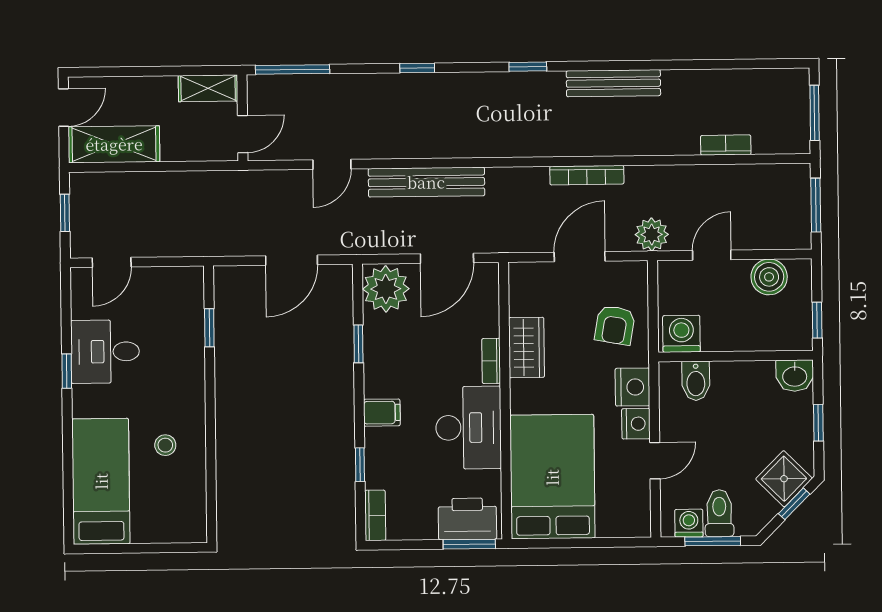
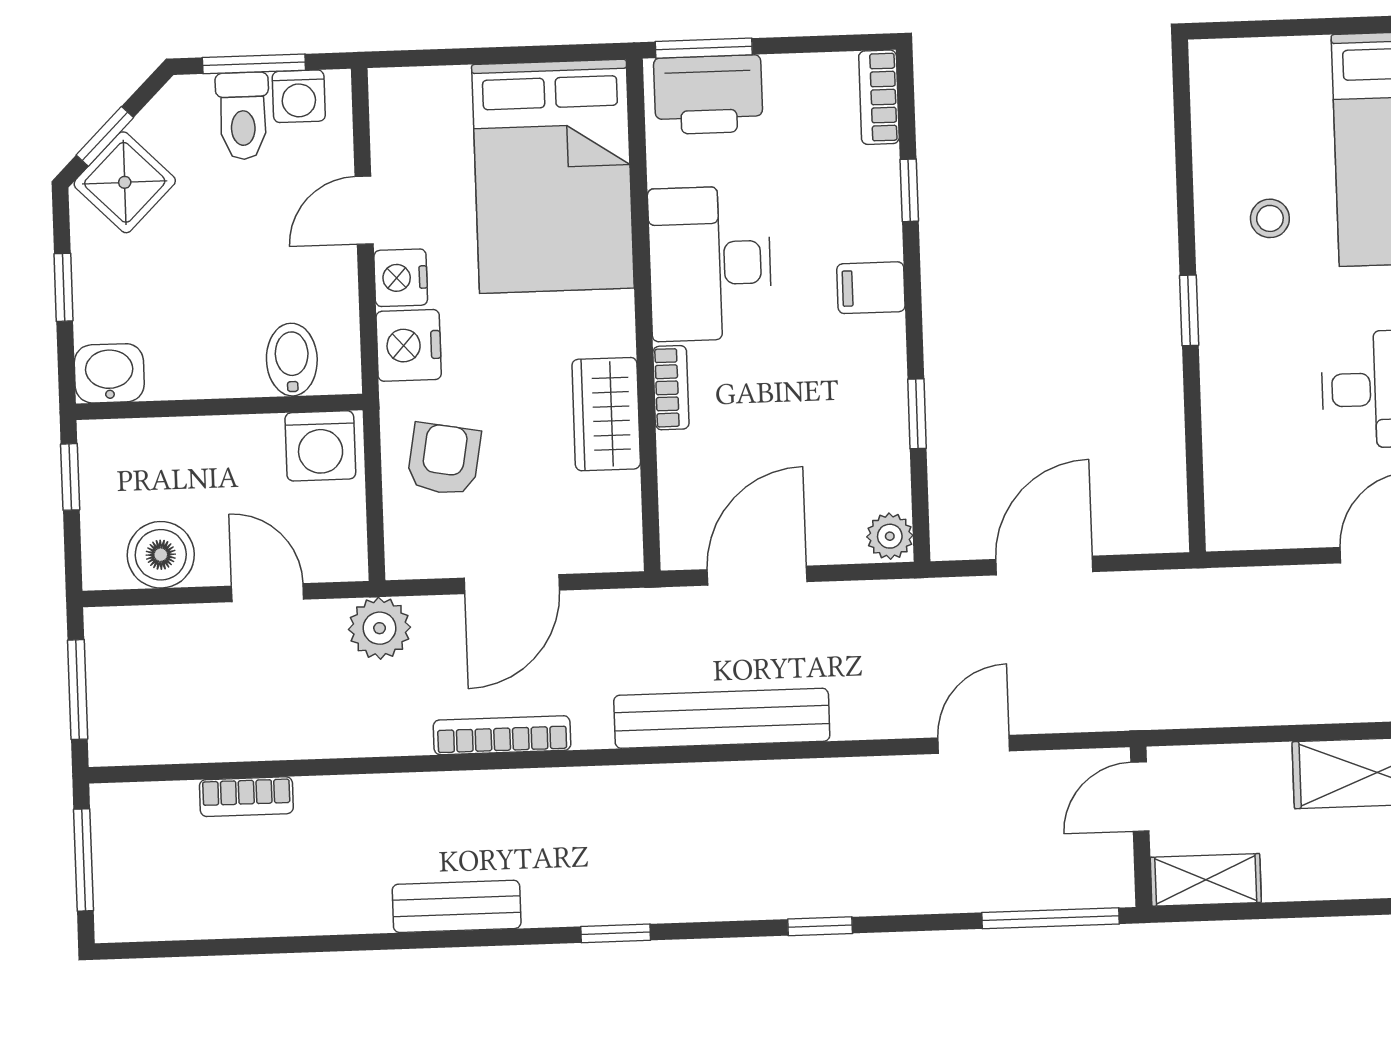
bench: (613, 83) -> (457, 906), width x0.73
bench: (426, 182) -> (722, 718), moved
door: (712, 255) -> (268, 593), swing flipped
plant: (386, 289) -> (890, 536), width x0.53, depth x0.53
window: (209, 328) -> (1189, 310), moved

